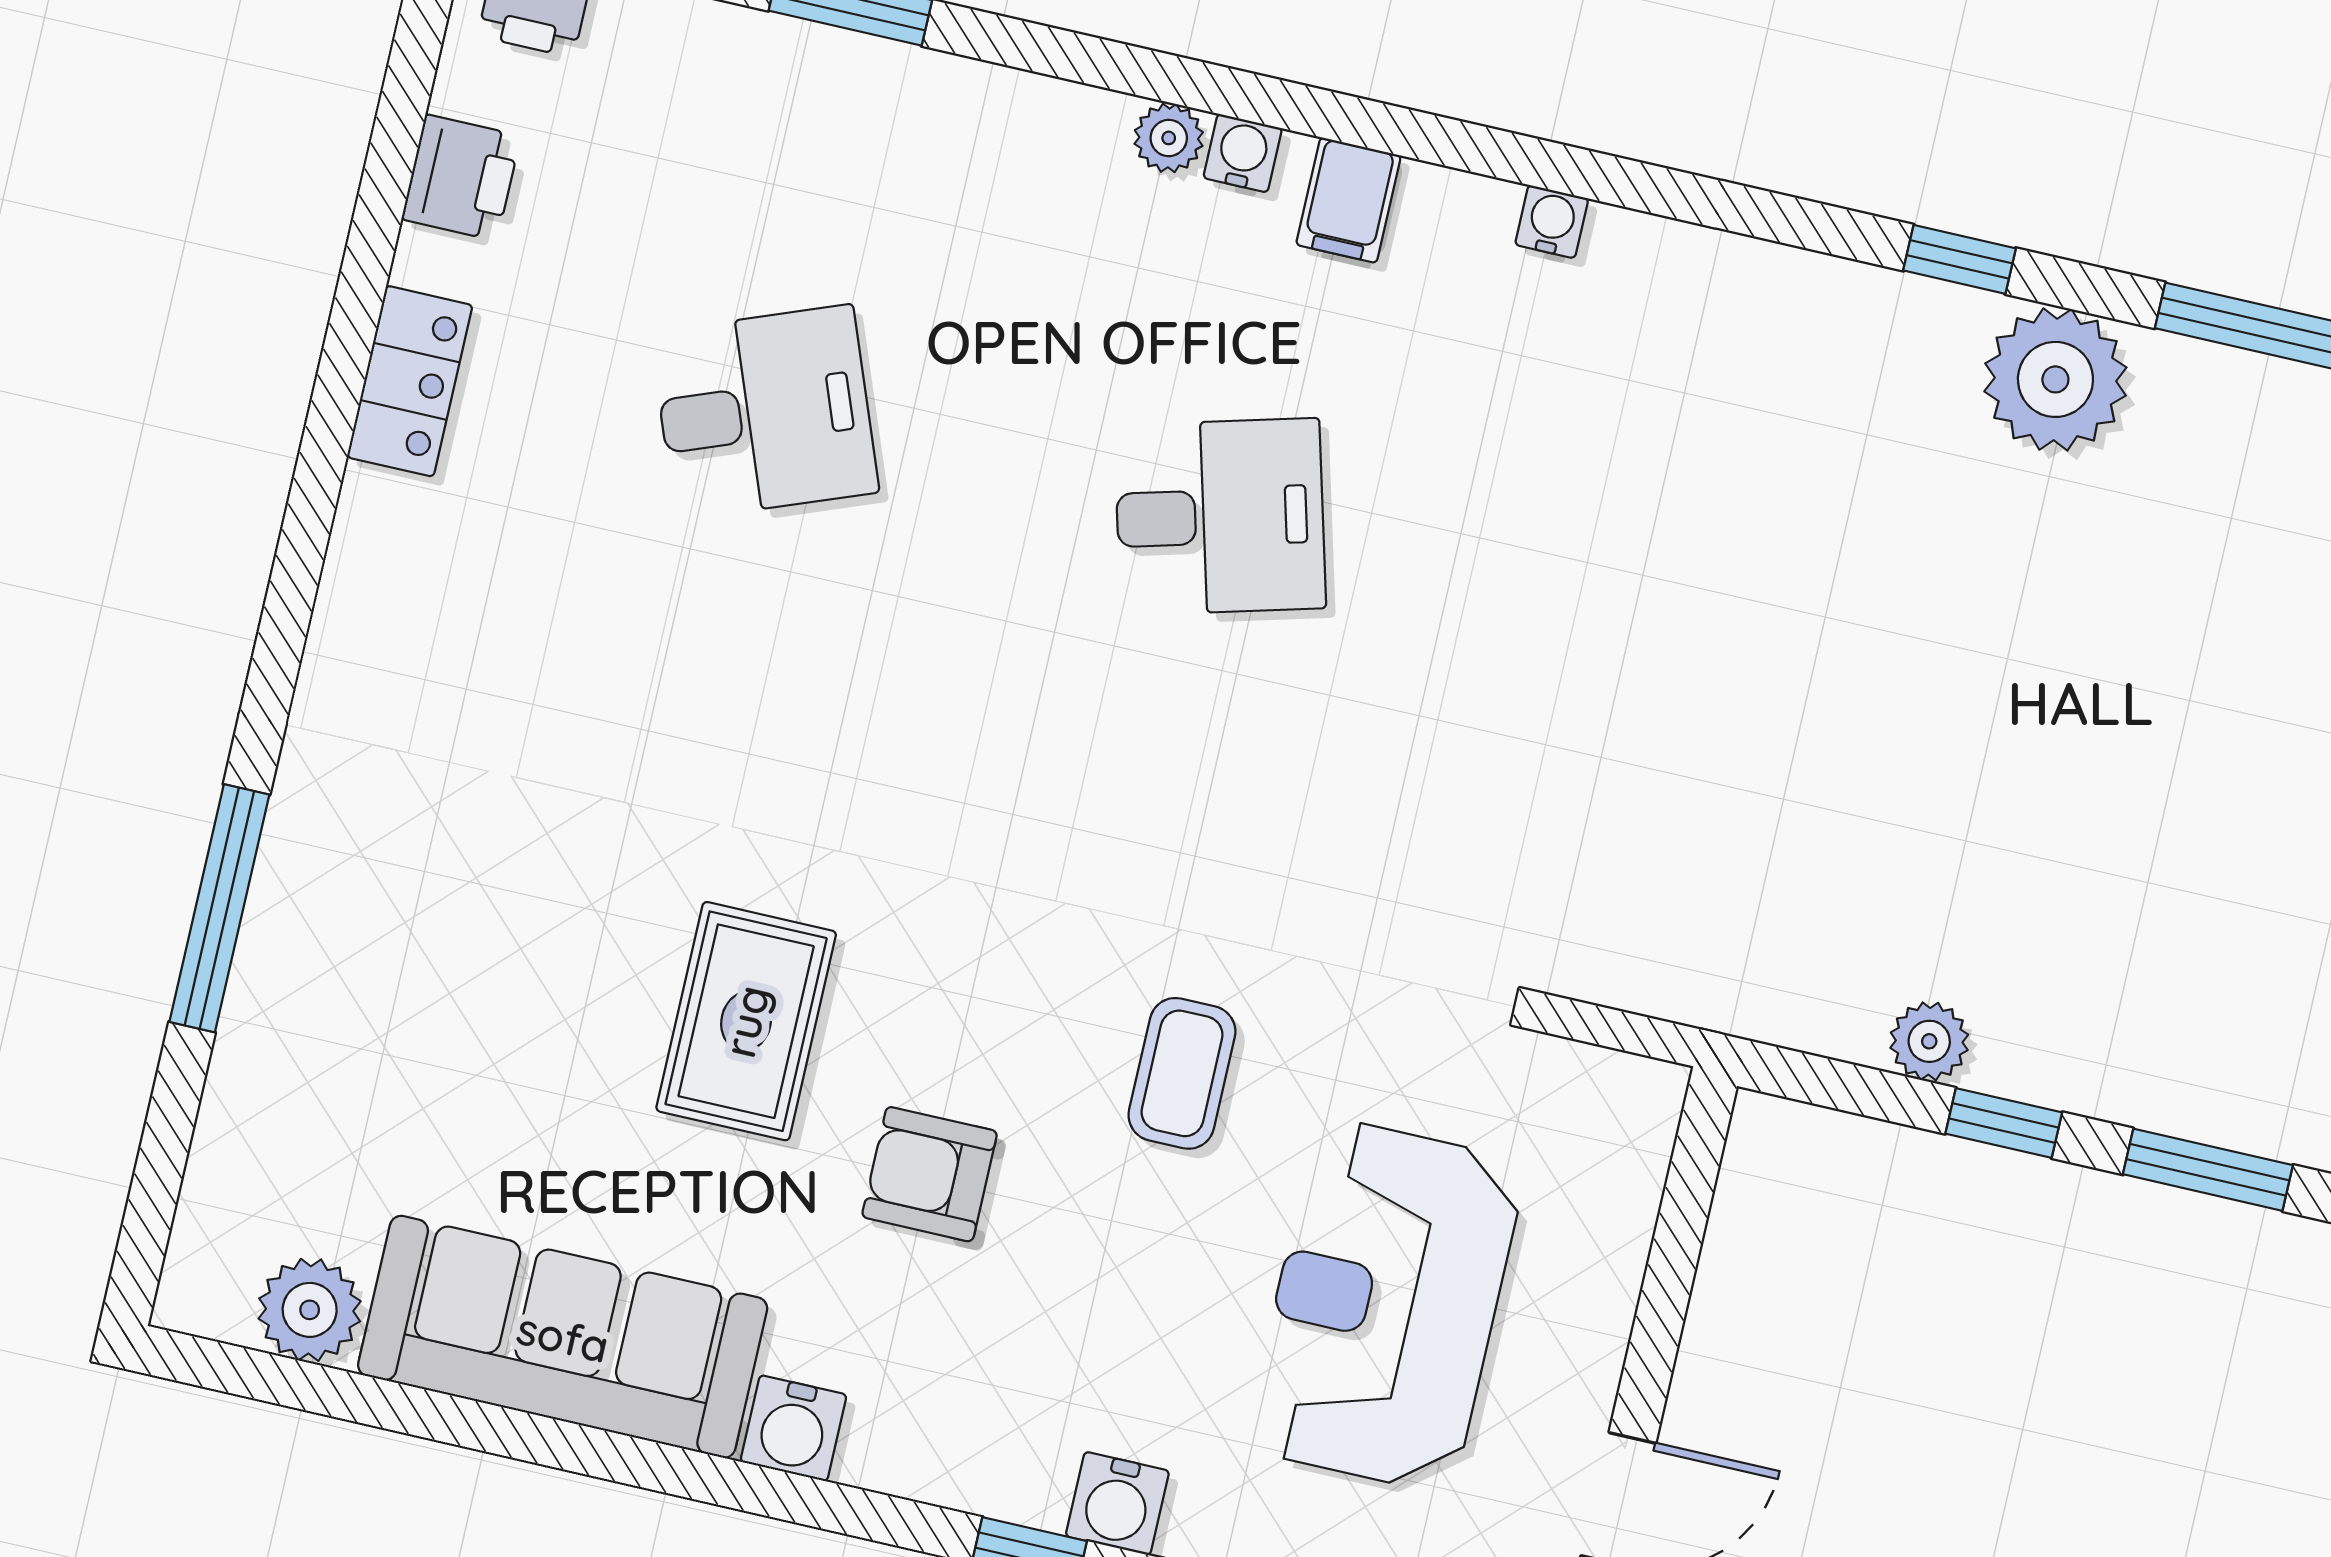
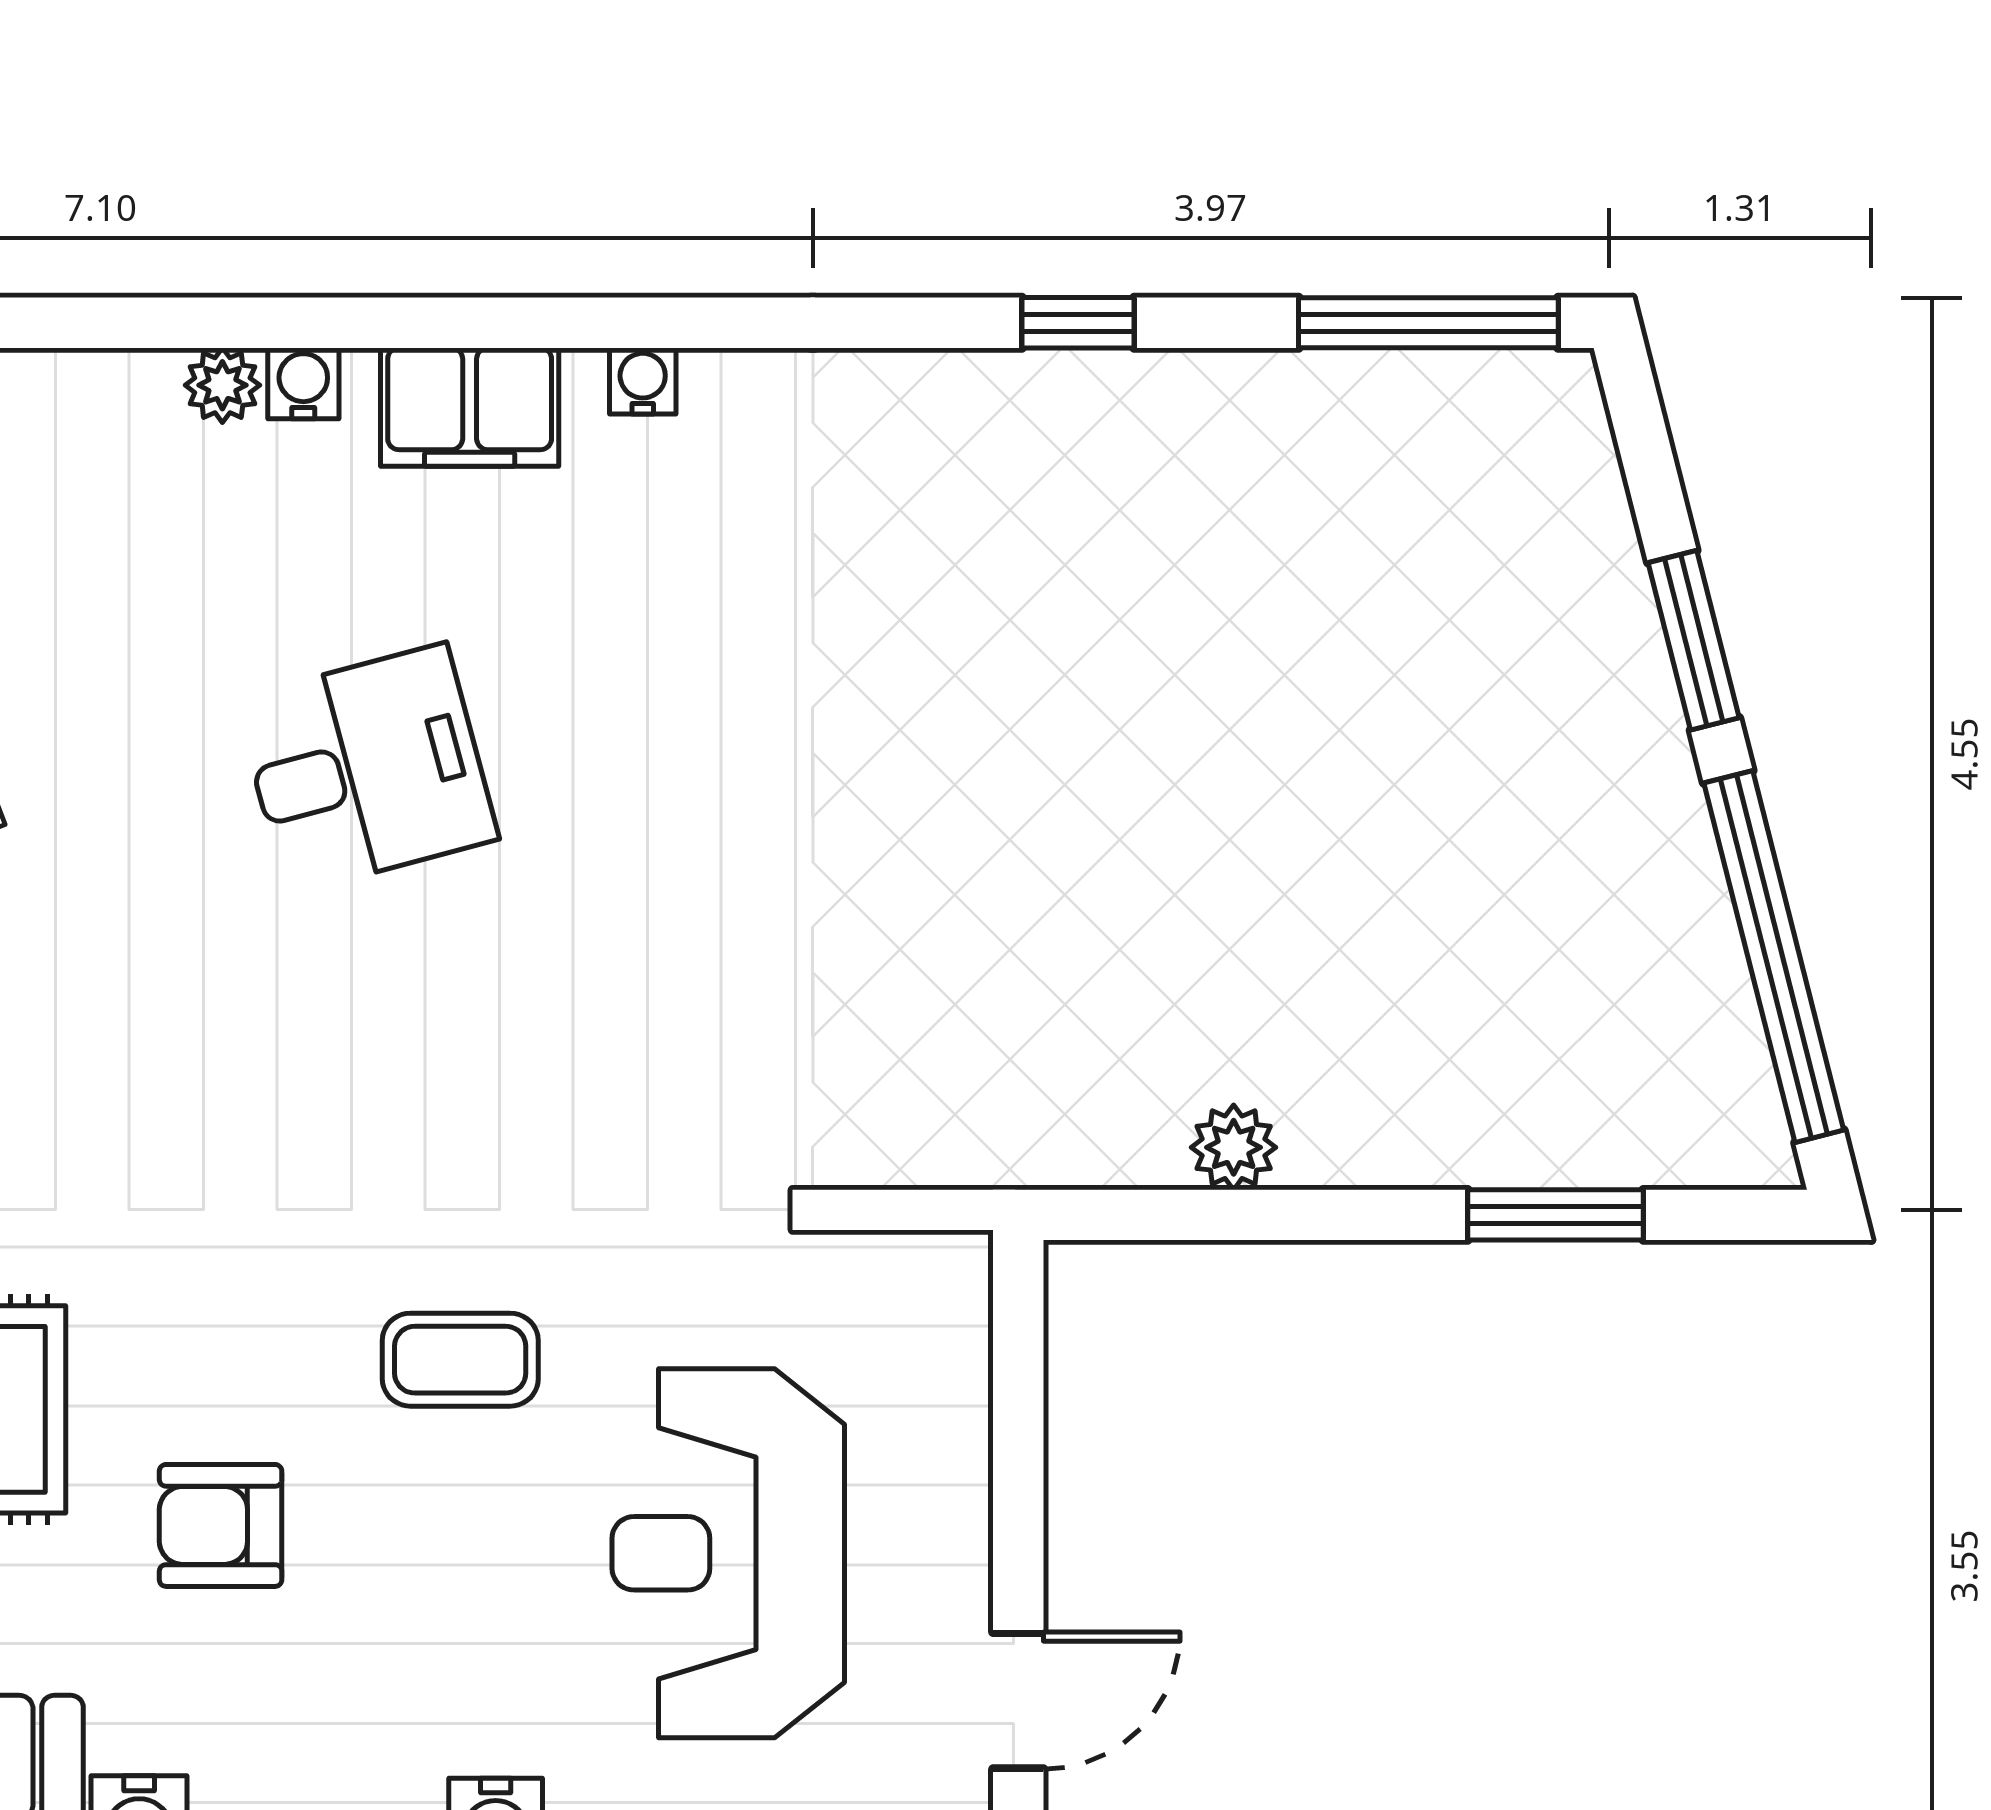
filing cabinet: (1348, 200) -> (470, 407), width x2.00
plant: (2055, 379) -> (1207, 425), removed
coffee table: (1182, 1073) -> (460, 1360), turned 90
window: (2004, 1123) -> (1331, 1215), removed

